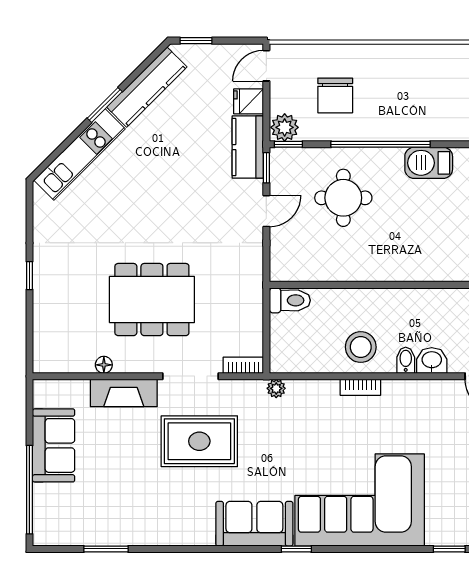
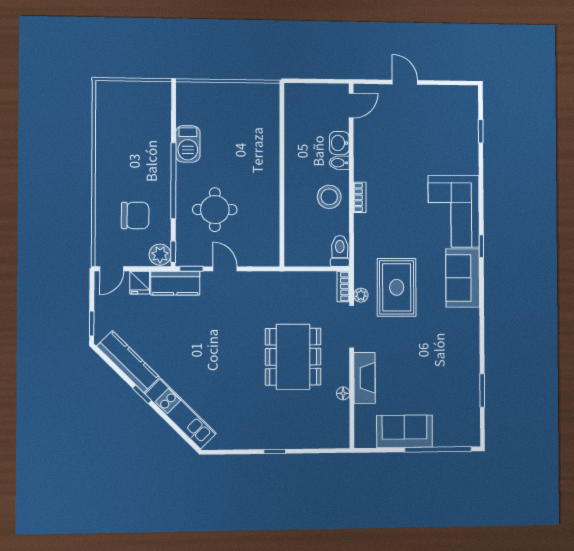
door: (266, 66) -> (112, 269), hinge flipped
window: (105, 105) -> (142, 394), width x0.67
toilet: (290, 300) -> (340, 251), moved
plant: (276, 388) -> (361, 295), moved
rug: (199, 441) -> (397, 287), moved
corner sofa: (360, 500) -> (454, 211), width x0.73, depth x0.74

